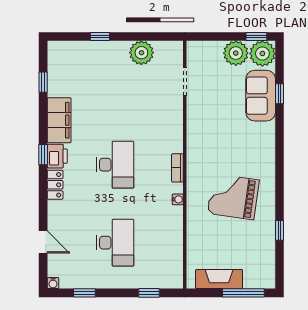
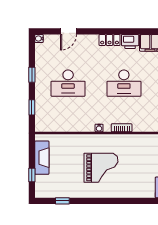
window: (43, 155) -> (131, 31), removed
grand piano: (233, 197) -> (101, 168), turned 82
window: (279, 230) -> (62, 201), moved
window: (84, 293) -> (32, 75), moved
window: (243, 293) -> (32, 175), width x0.46

